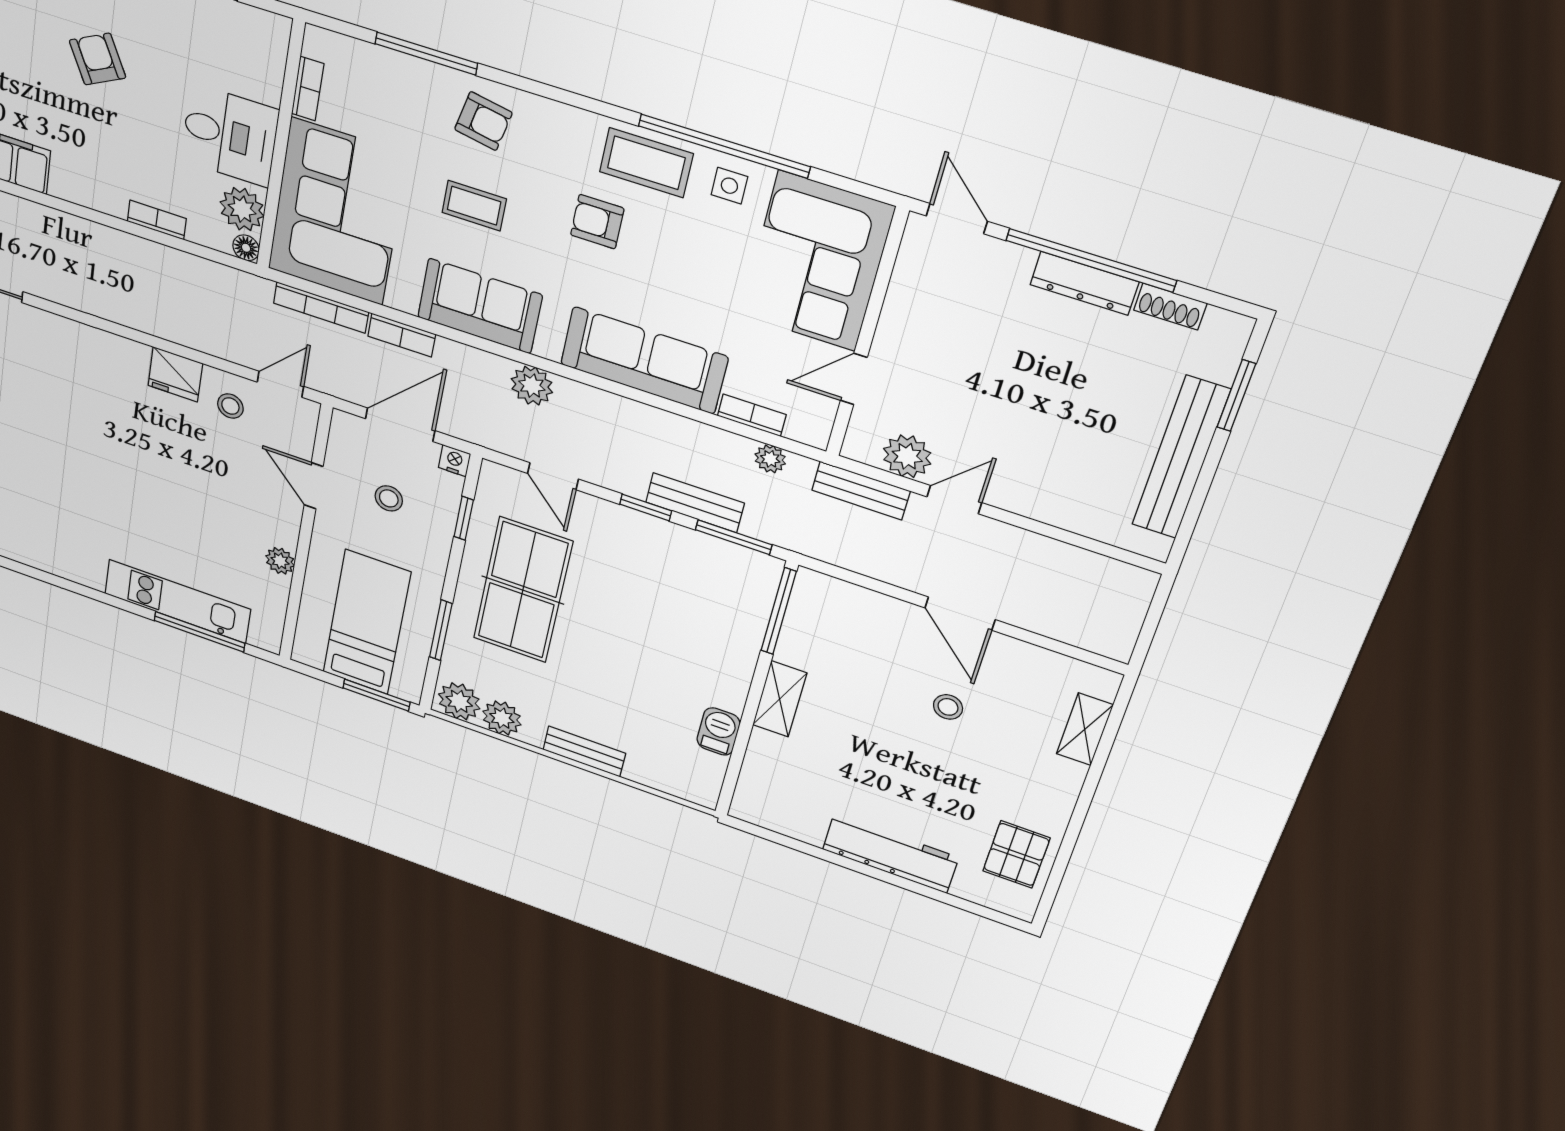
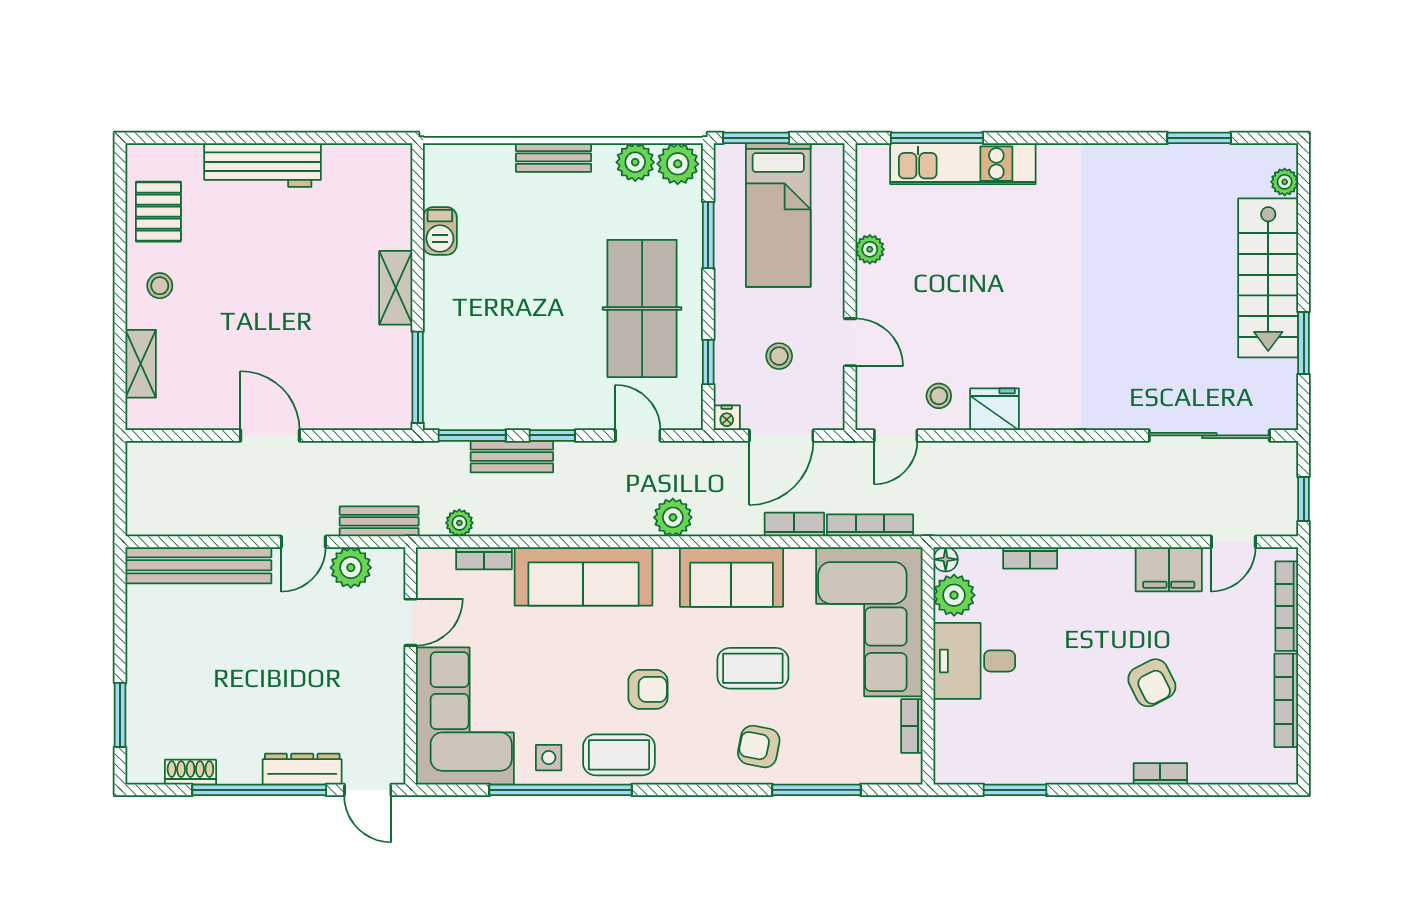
armchair: (98, 59) -> (1152, 683), moved
coffee table: (474, 206) -> (753, 668), width x1.36, depth x1.30
dresser: (1084, 283) -> (302, 769), moved
bench: (1181, 458) -> (198, 565), moved, turned 90
stool: (948, 707) -> (160, 286), moved

